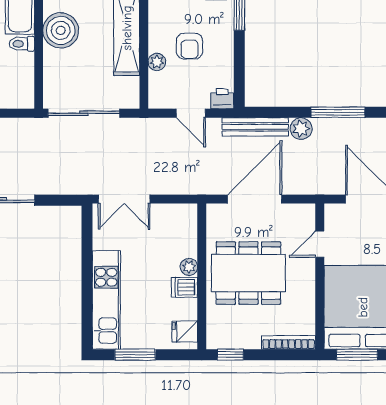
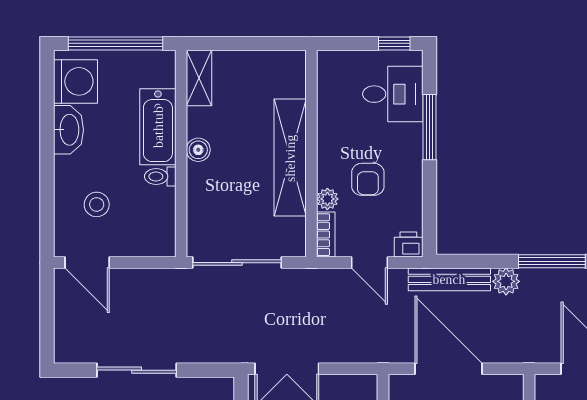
boiler: (61, 30) -> (198, 150), width x0.54, depth x0.54
bookcase: (155, 91) -> (326, 235), added
door: (255, 199) -> (448, 369), hinge flipped

